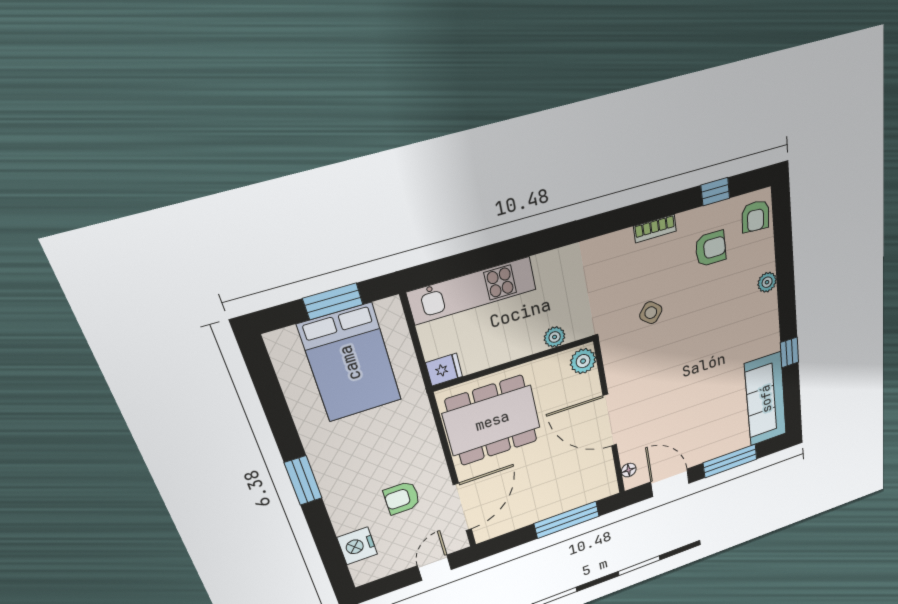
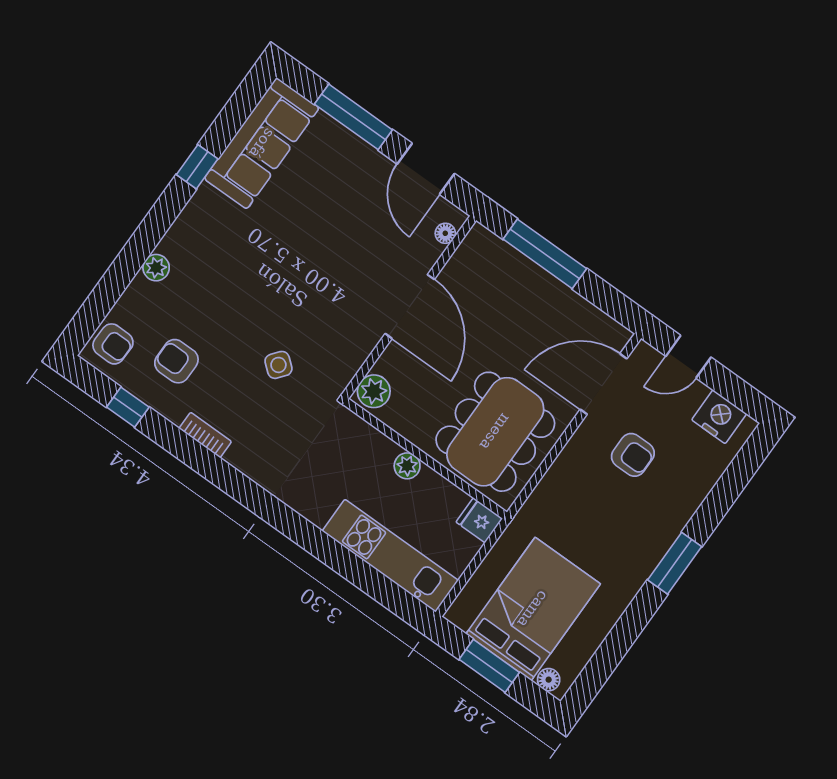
armchair: (756, 216) -> (113, 344), turned 87
floor lamp: (286, 337) -> (549, 680), added
plant: (555, 337) -> (407, 466), moved
dining table: (492, 421) -> (495, 432), turned 90
nightstand: (357, 546) -> (719, 417), moved, turned -90

